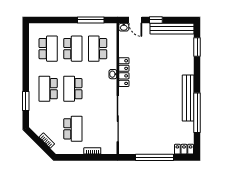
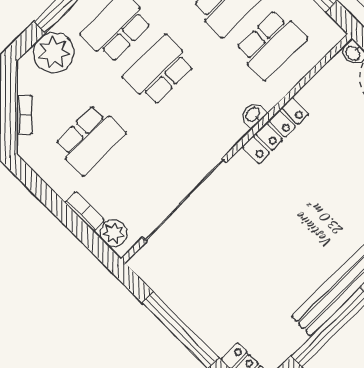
school desk: (98, 49) -> (271, 44), turned 180
plant: (37, 114) -> (54, 52), added
plant: (107, 149) -> (114, 233), added

